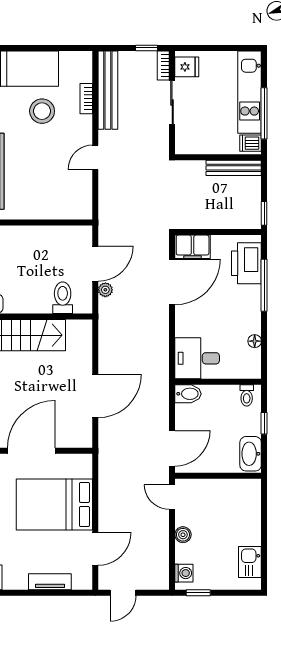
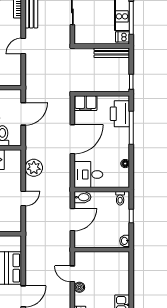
door: (172, 282) -> (72, 139), moved
plant: (105, 290) -> (34, 168), moved, width x1.88, depth x1.88
door: (95, 396) -> (23, 199), width x0.53
door: (172, 448) -> (72, 220), moved
washbasin: (251, 454) -> (125, 241), width x0.52, depth x0.69
door: (172, 497) -> (72, 274), moved

